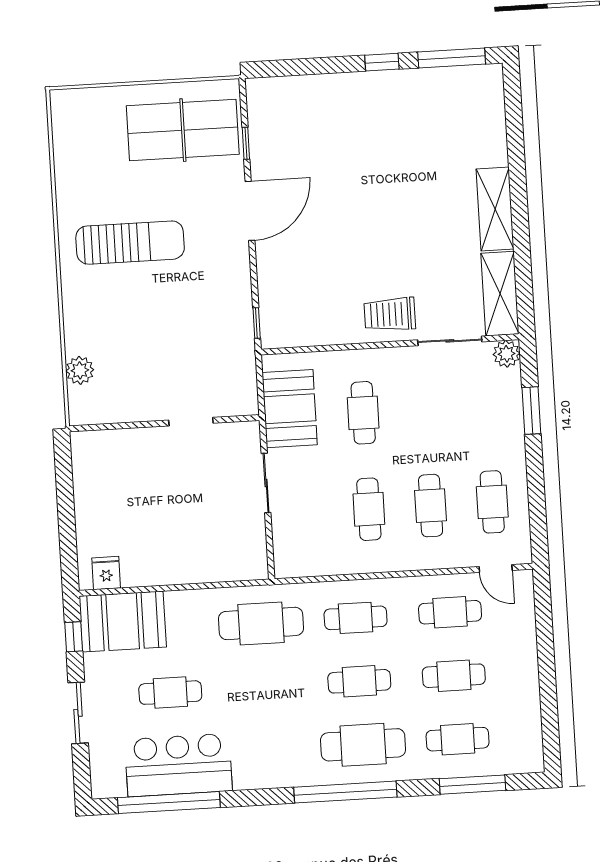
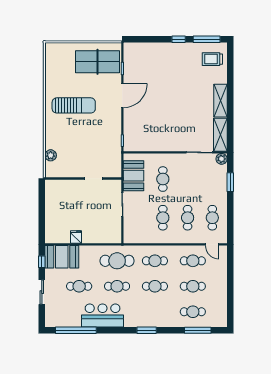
trolley: (390, 314) -> (212, 59), moved
fridge: (106, 573) -> (76, 237), moved
cafe table: (363, 745) -> (117, 286), moved, width x0.73, depth x0.74
bar counter: (178, 765) -> (103, 315), moved
window: (345, 792) -> (147, 330), width x0.47

